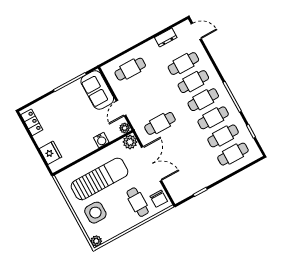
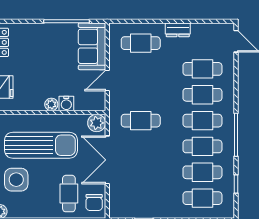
dresser: (166, 37) -> (178, 30), moved
plant: (125, 128) -> (51, 104), moved
double door: (152, 164) -> (107, 160), swing flipped

